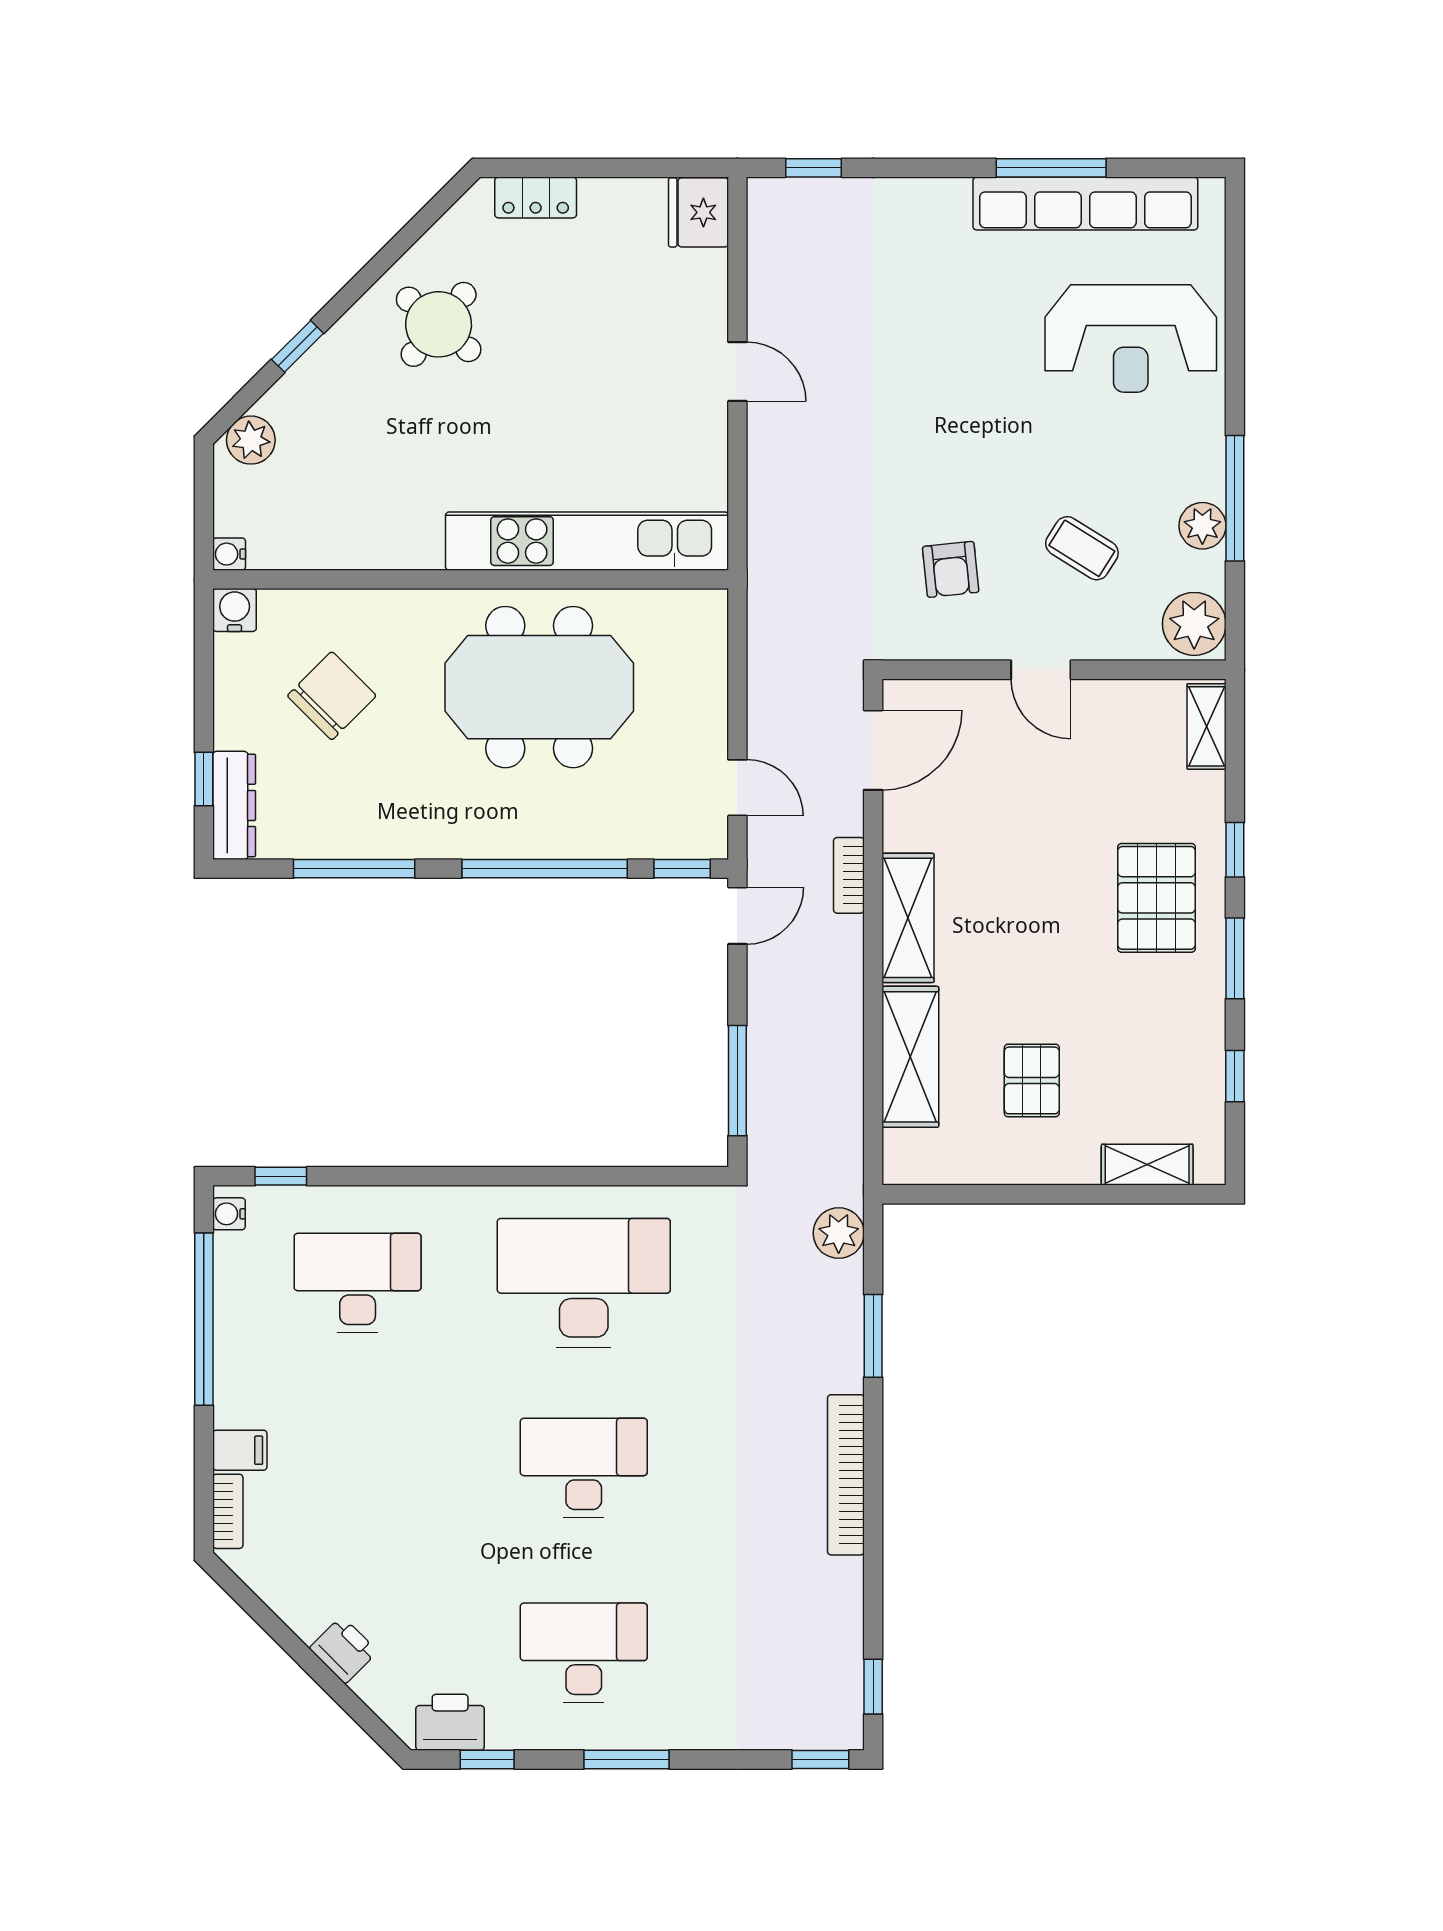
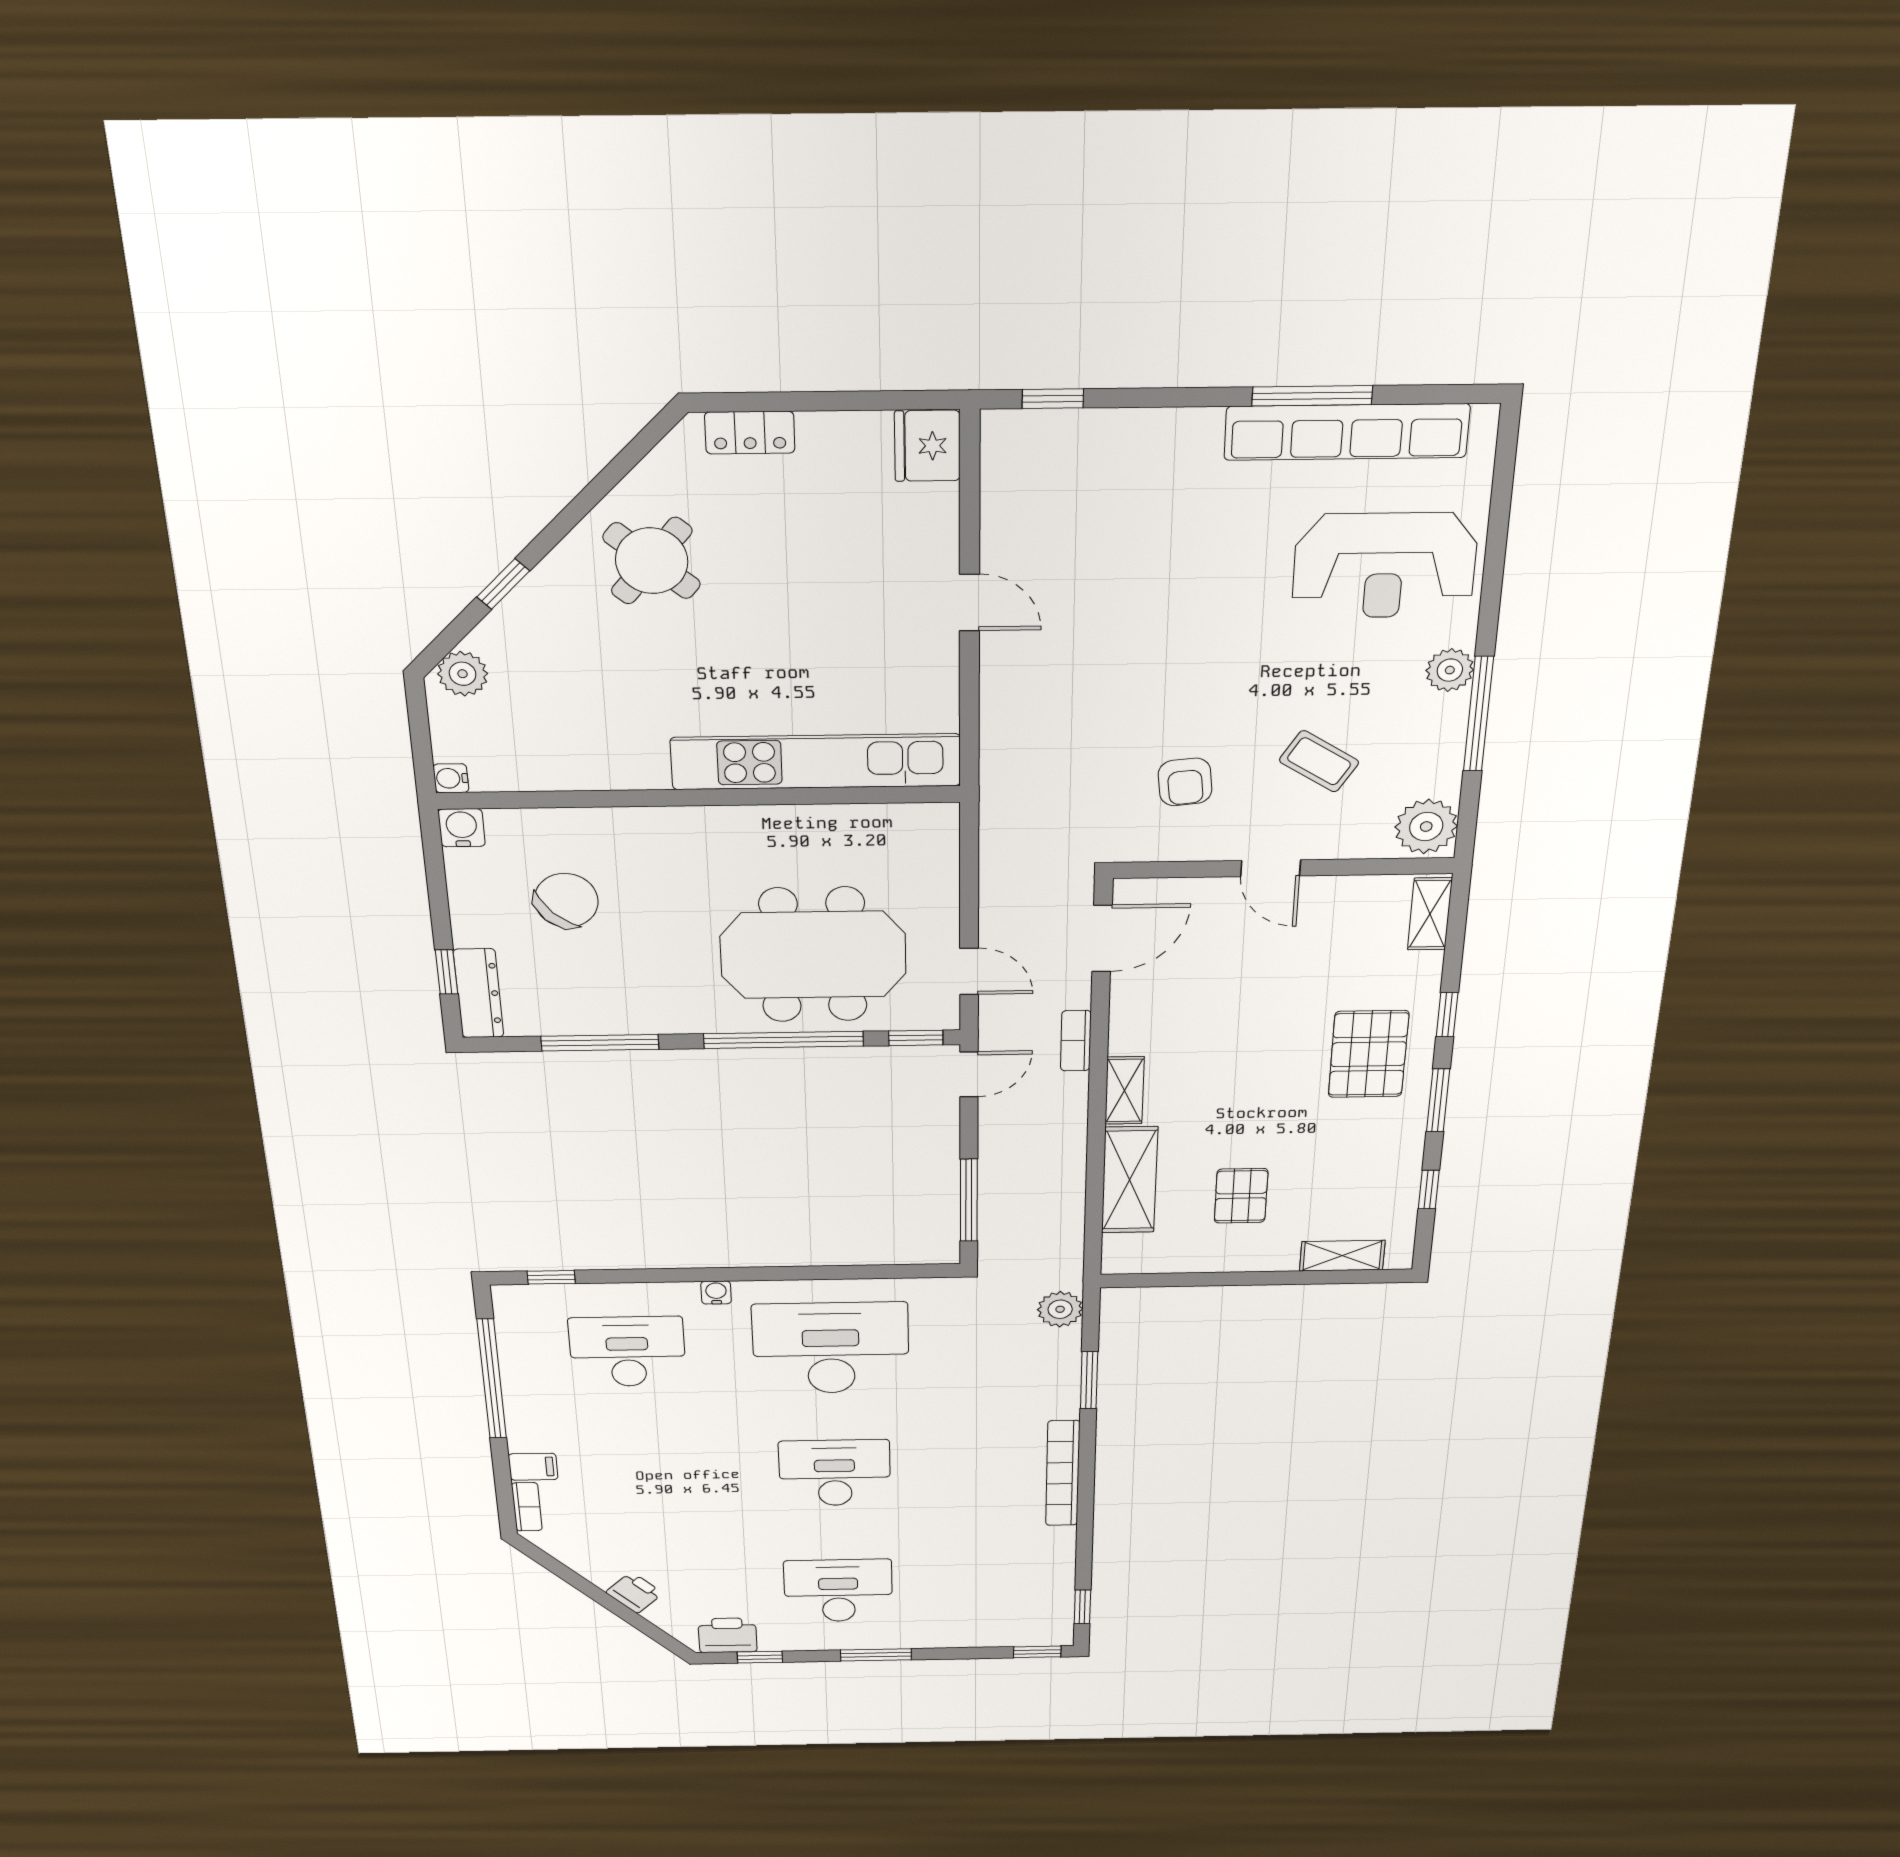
plant: (1202, 526) -> (1450, 670), moved
meeting table: (539, 687) -> (813, 955), moved
shelving: (908, 918) -> (1125, 1091), width x0.67, depth x0.75
water cooler: (229, 1214) -> (716, 1293), moved, turned 90

